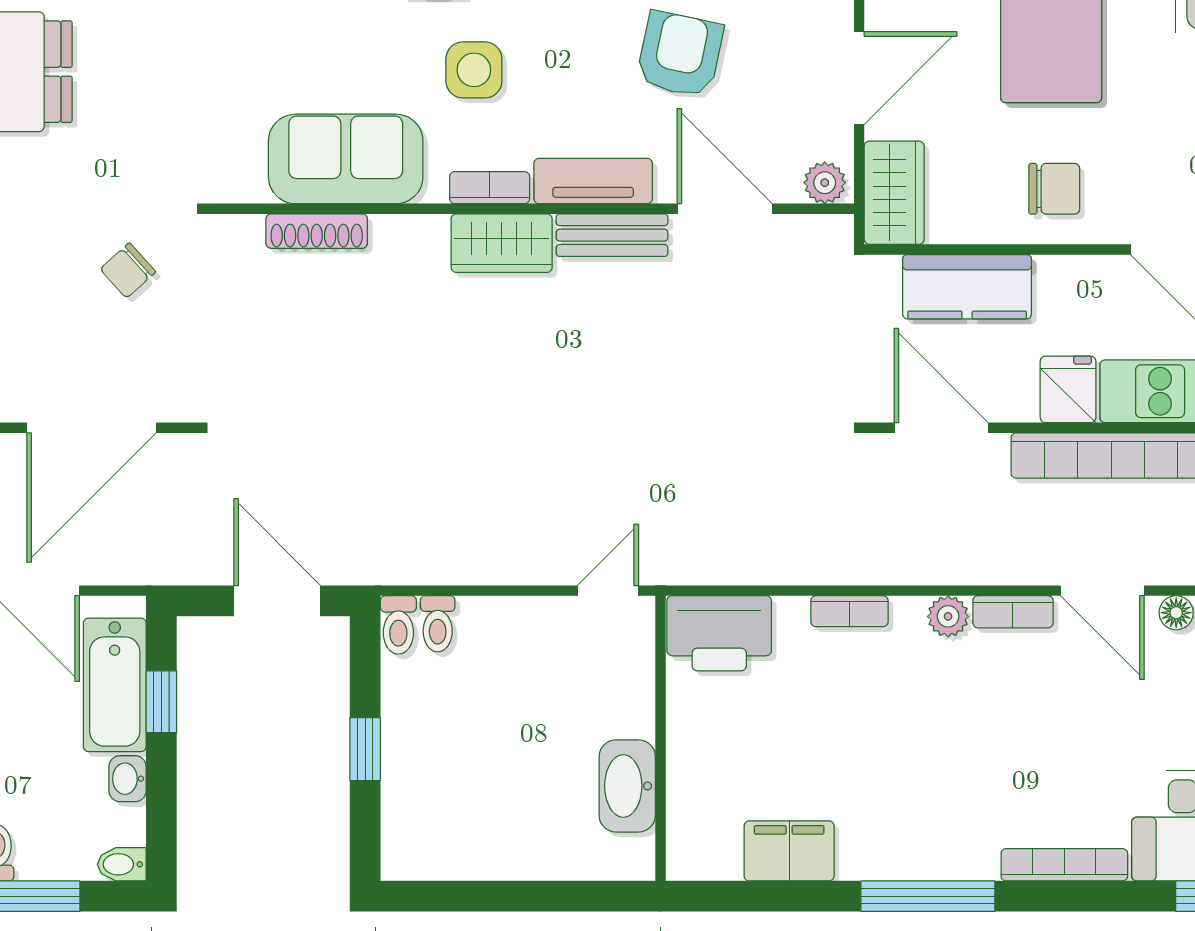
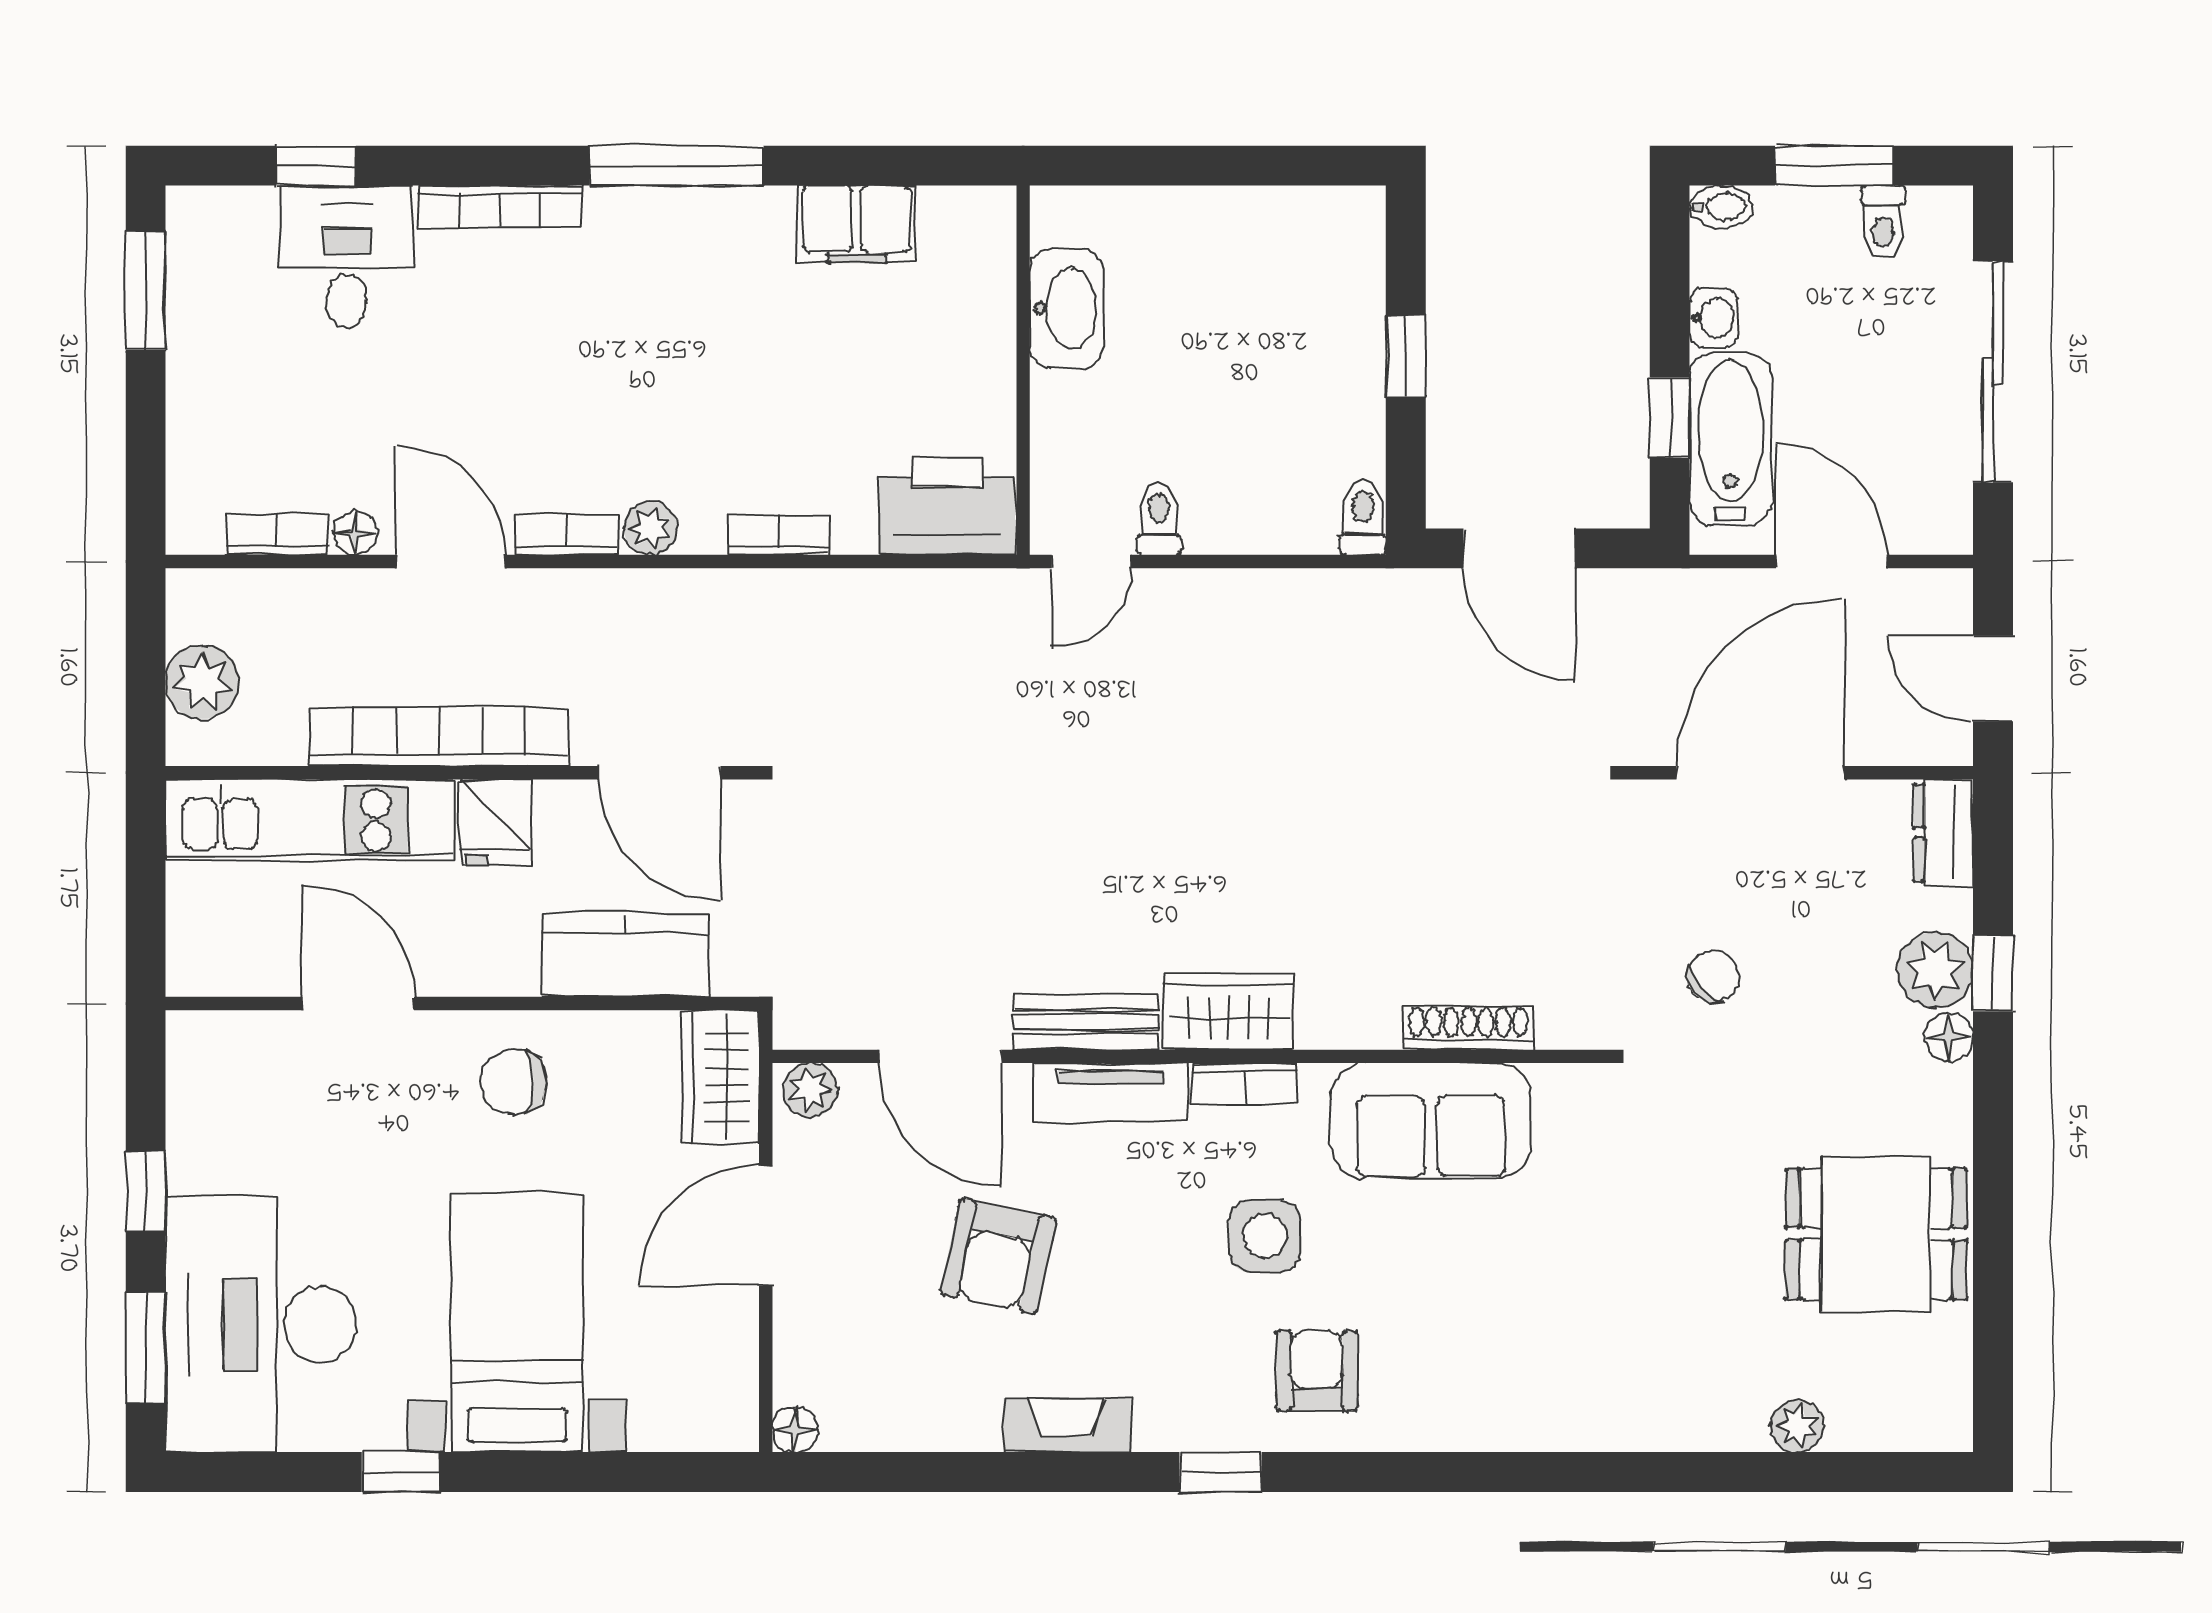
toilet: (438, 624) -> (1159, 519), moved

